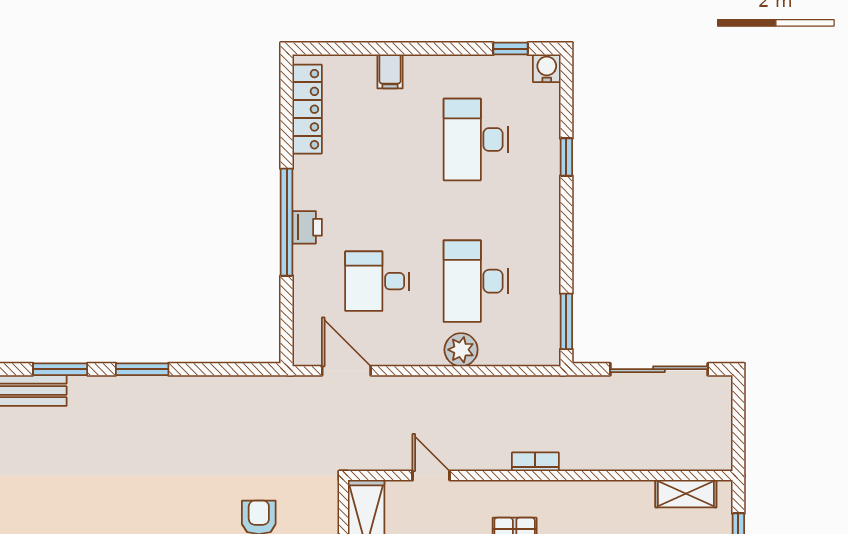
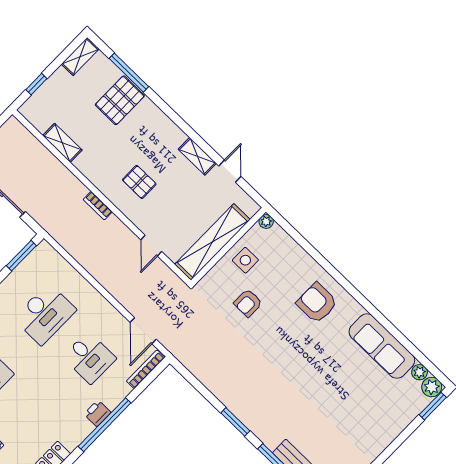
bookcase: (301, 330) -> (146, 369), added
plant: (461, 350) -> (82, 289), removed
shelving: (686, 494) -> (62, 143), moved

